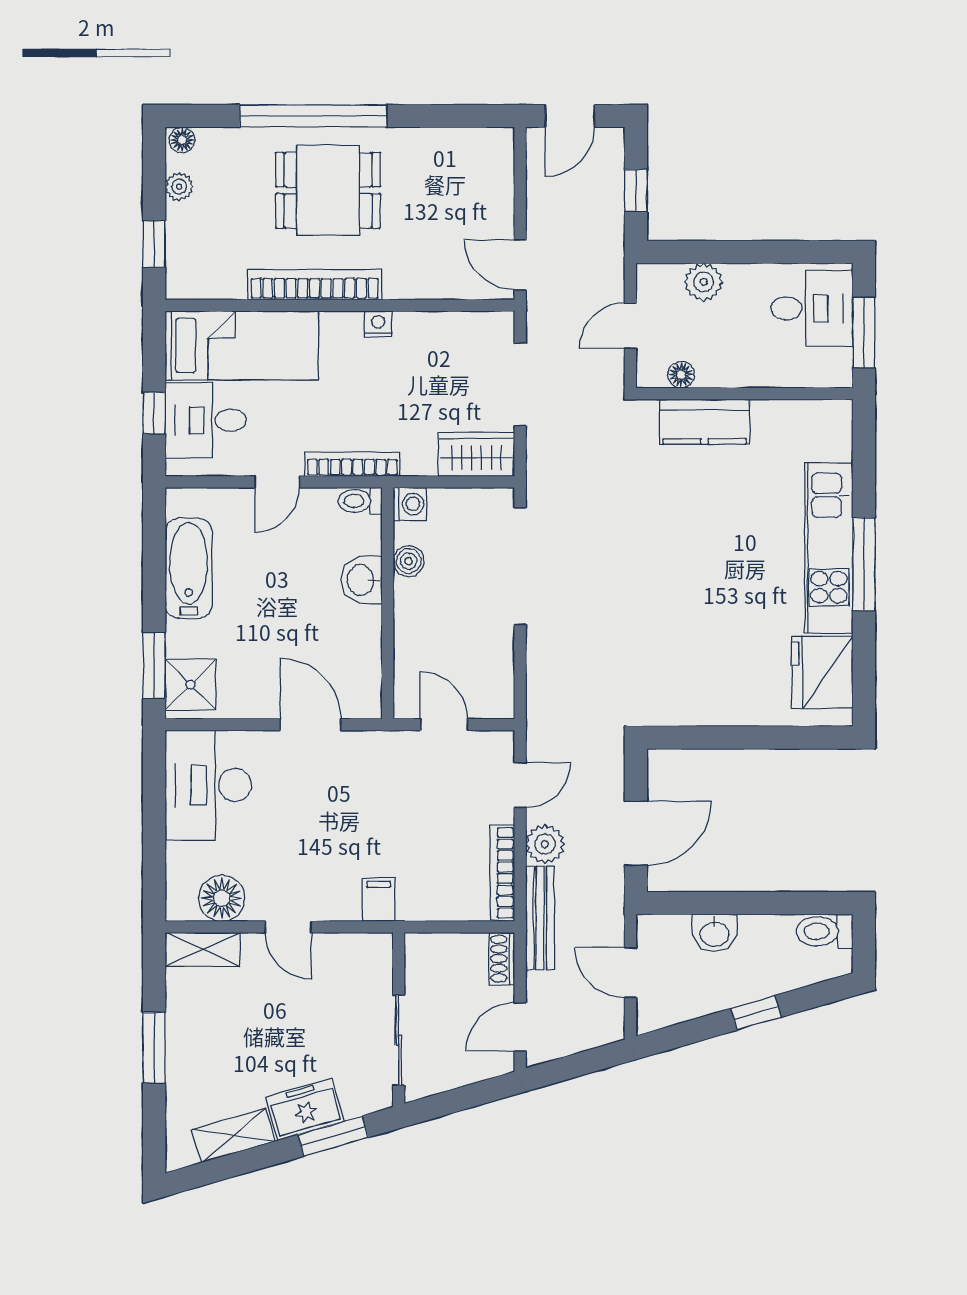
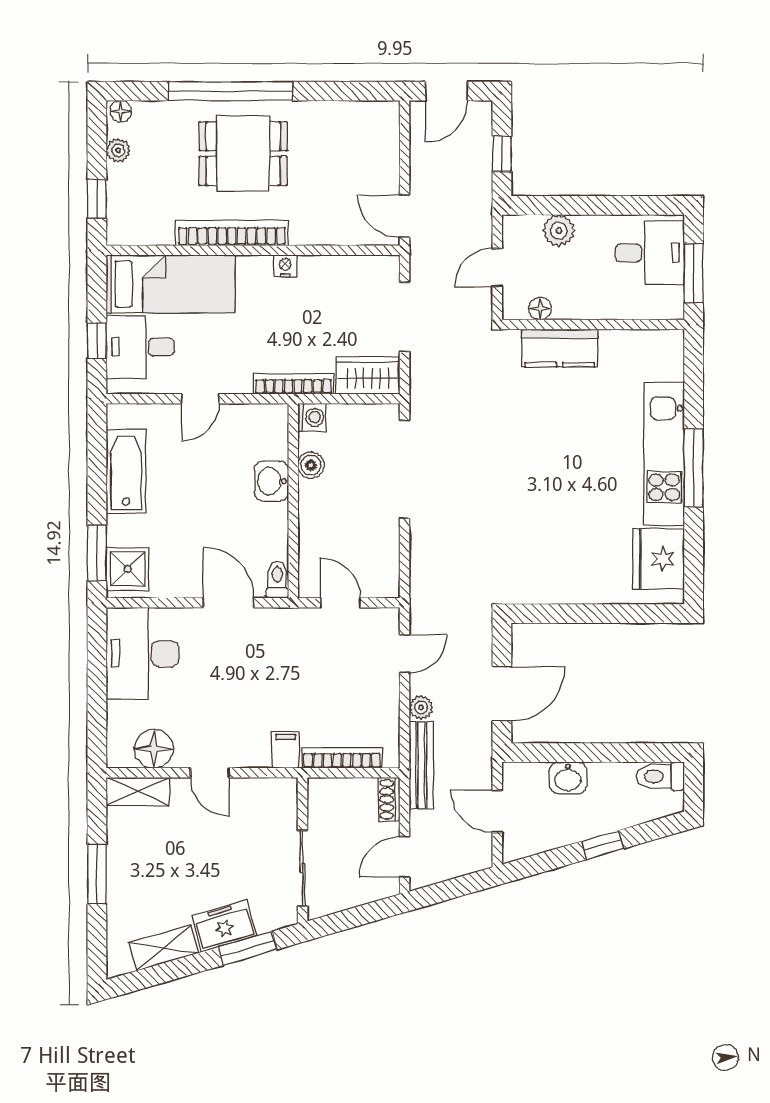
bookcase: (352, 464) -> (293, 384), moved
toilet: (360, 501) -> (277, 580), moved, turned 90
plant: (545, 844) -> (421, 707), width x0.73, depth x0.73
bookcase: (502, 873) -> (342, 758), moved, turned 90

